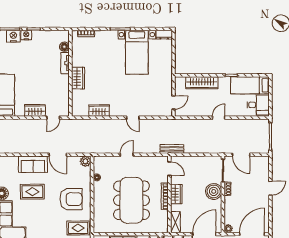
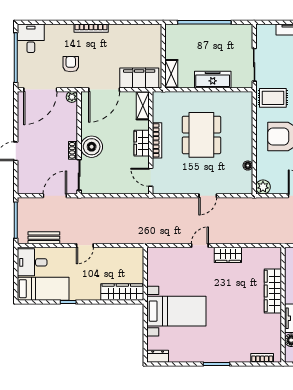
bed with nightstands: (137, 52) -> (176, 311), moved, turned 90
wardrobe: (78, 78) -> (273, 291), width x1.50
wardrobe: (202, 83) -> (122, 292), moved
door: (174, 102) -> (145, 266), removed
wardrobe: (99, 111) -> (228, 255), moved
door: (133, 118) -> (200, 245), hinge flipped
bench: (172, 149) -> (44, 238), moved
door: (241, 155) -> (55, 196), hinge flipped
dining table: (131, 200) -> (201, 135), width x0.73, depth x0.80

